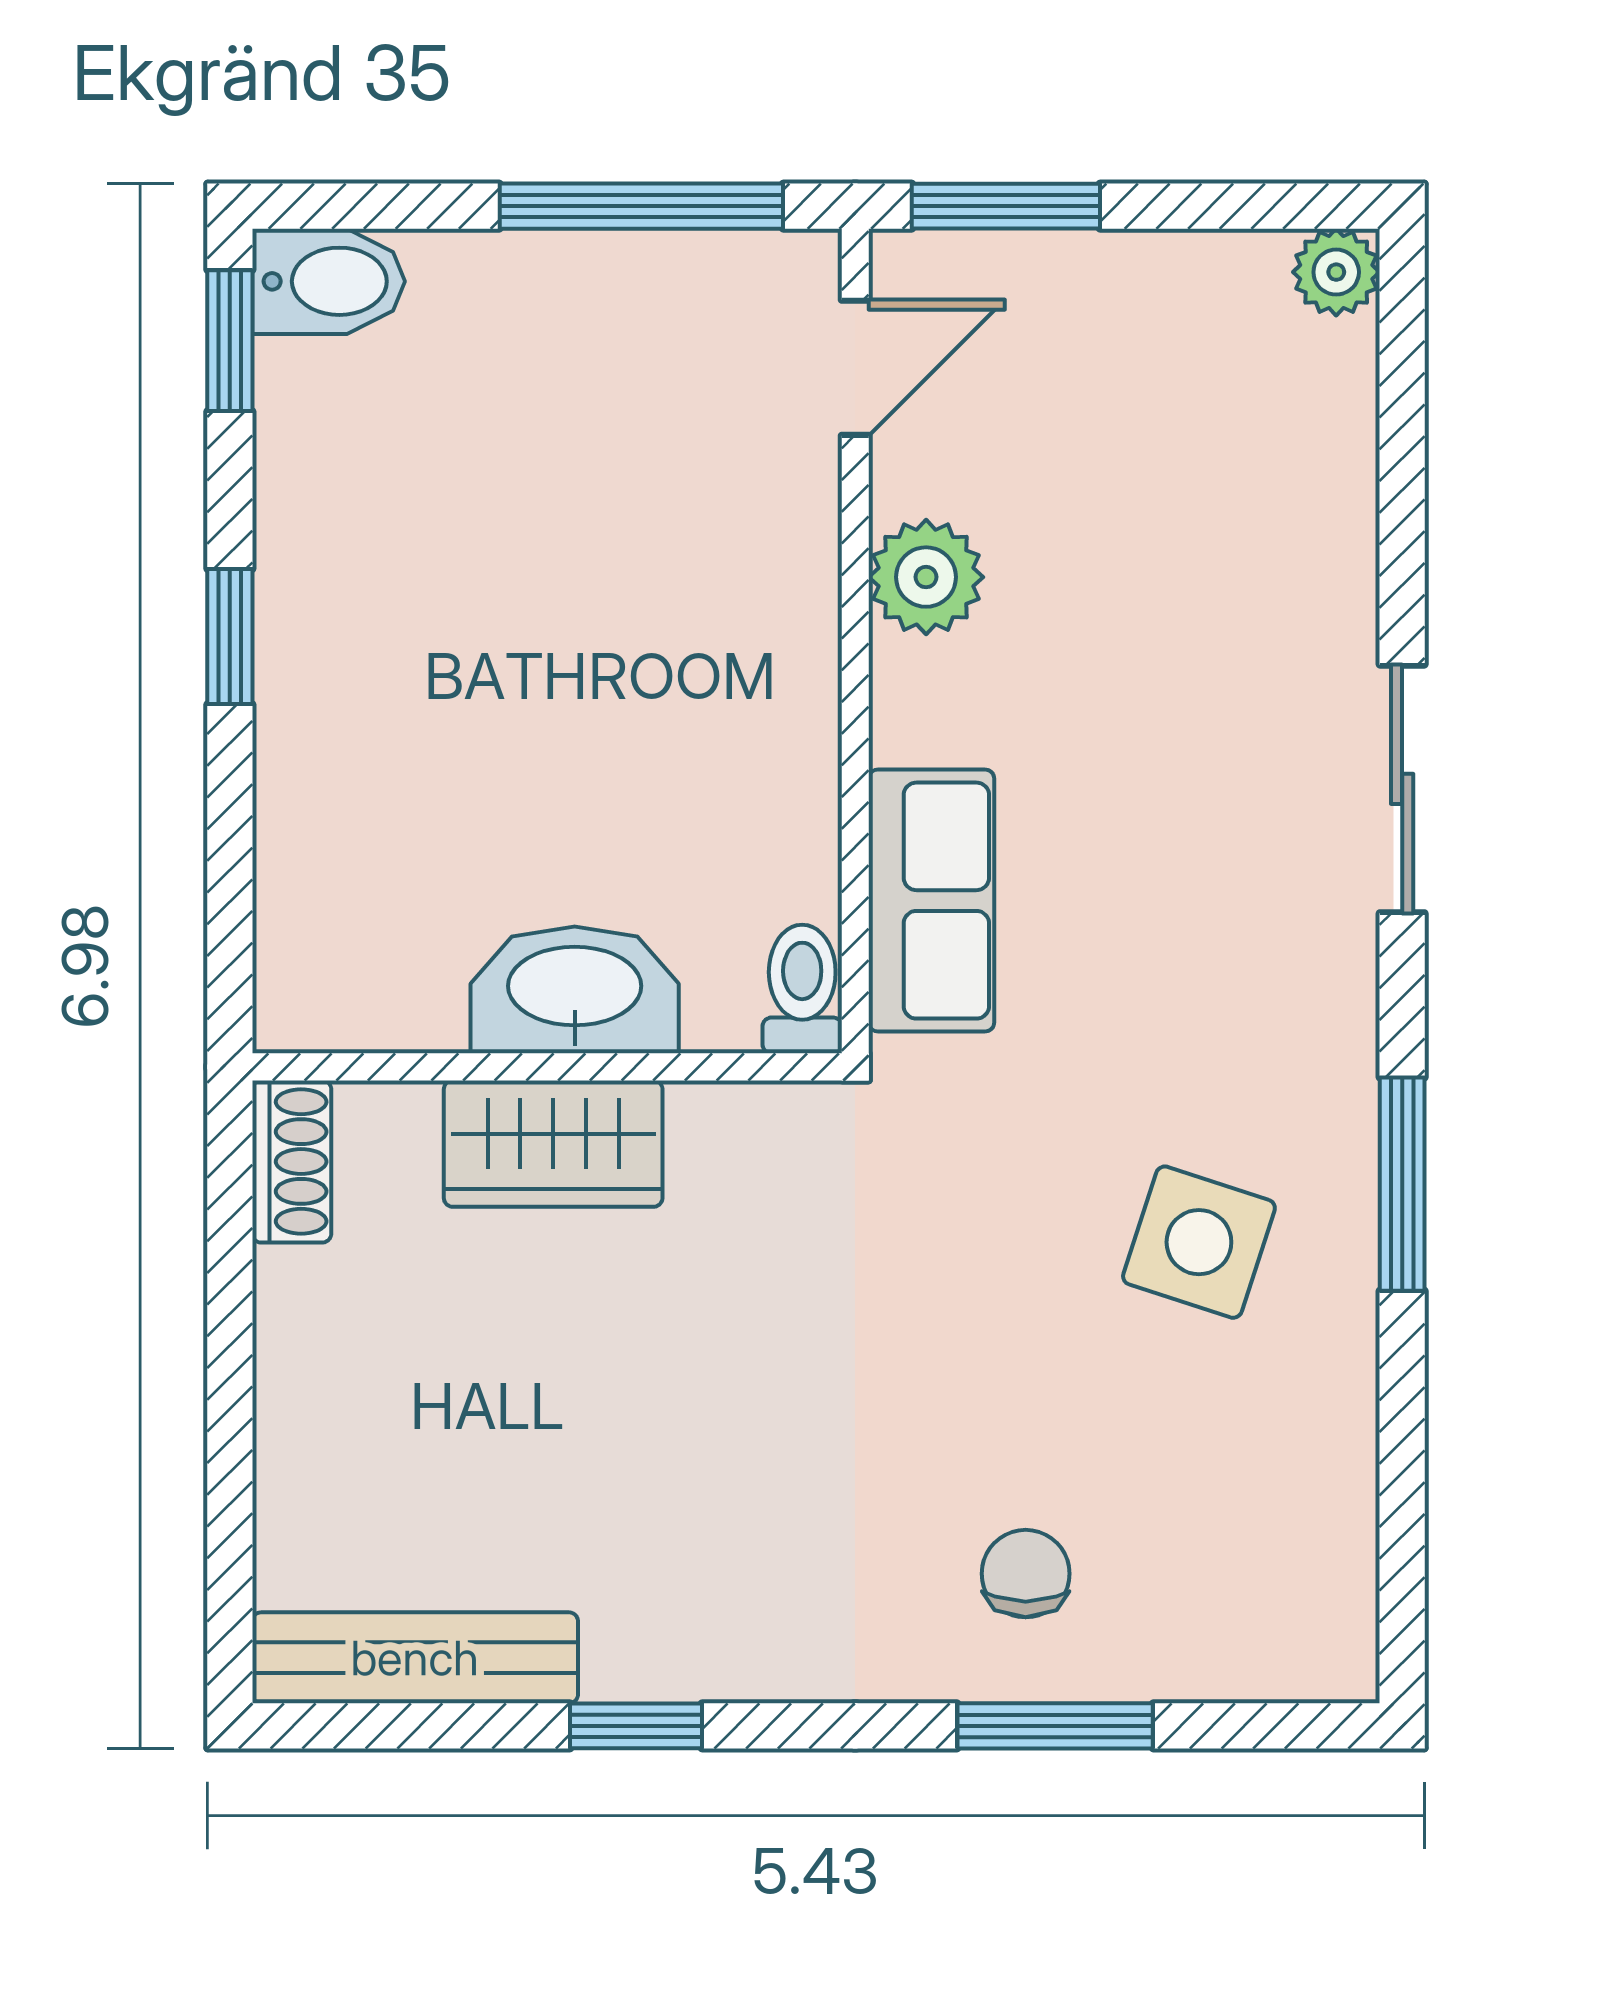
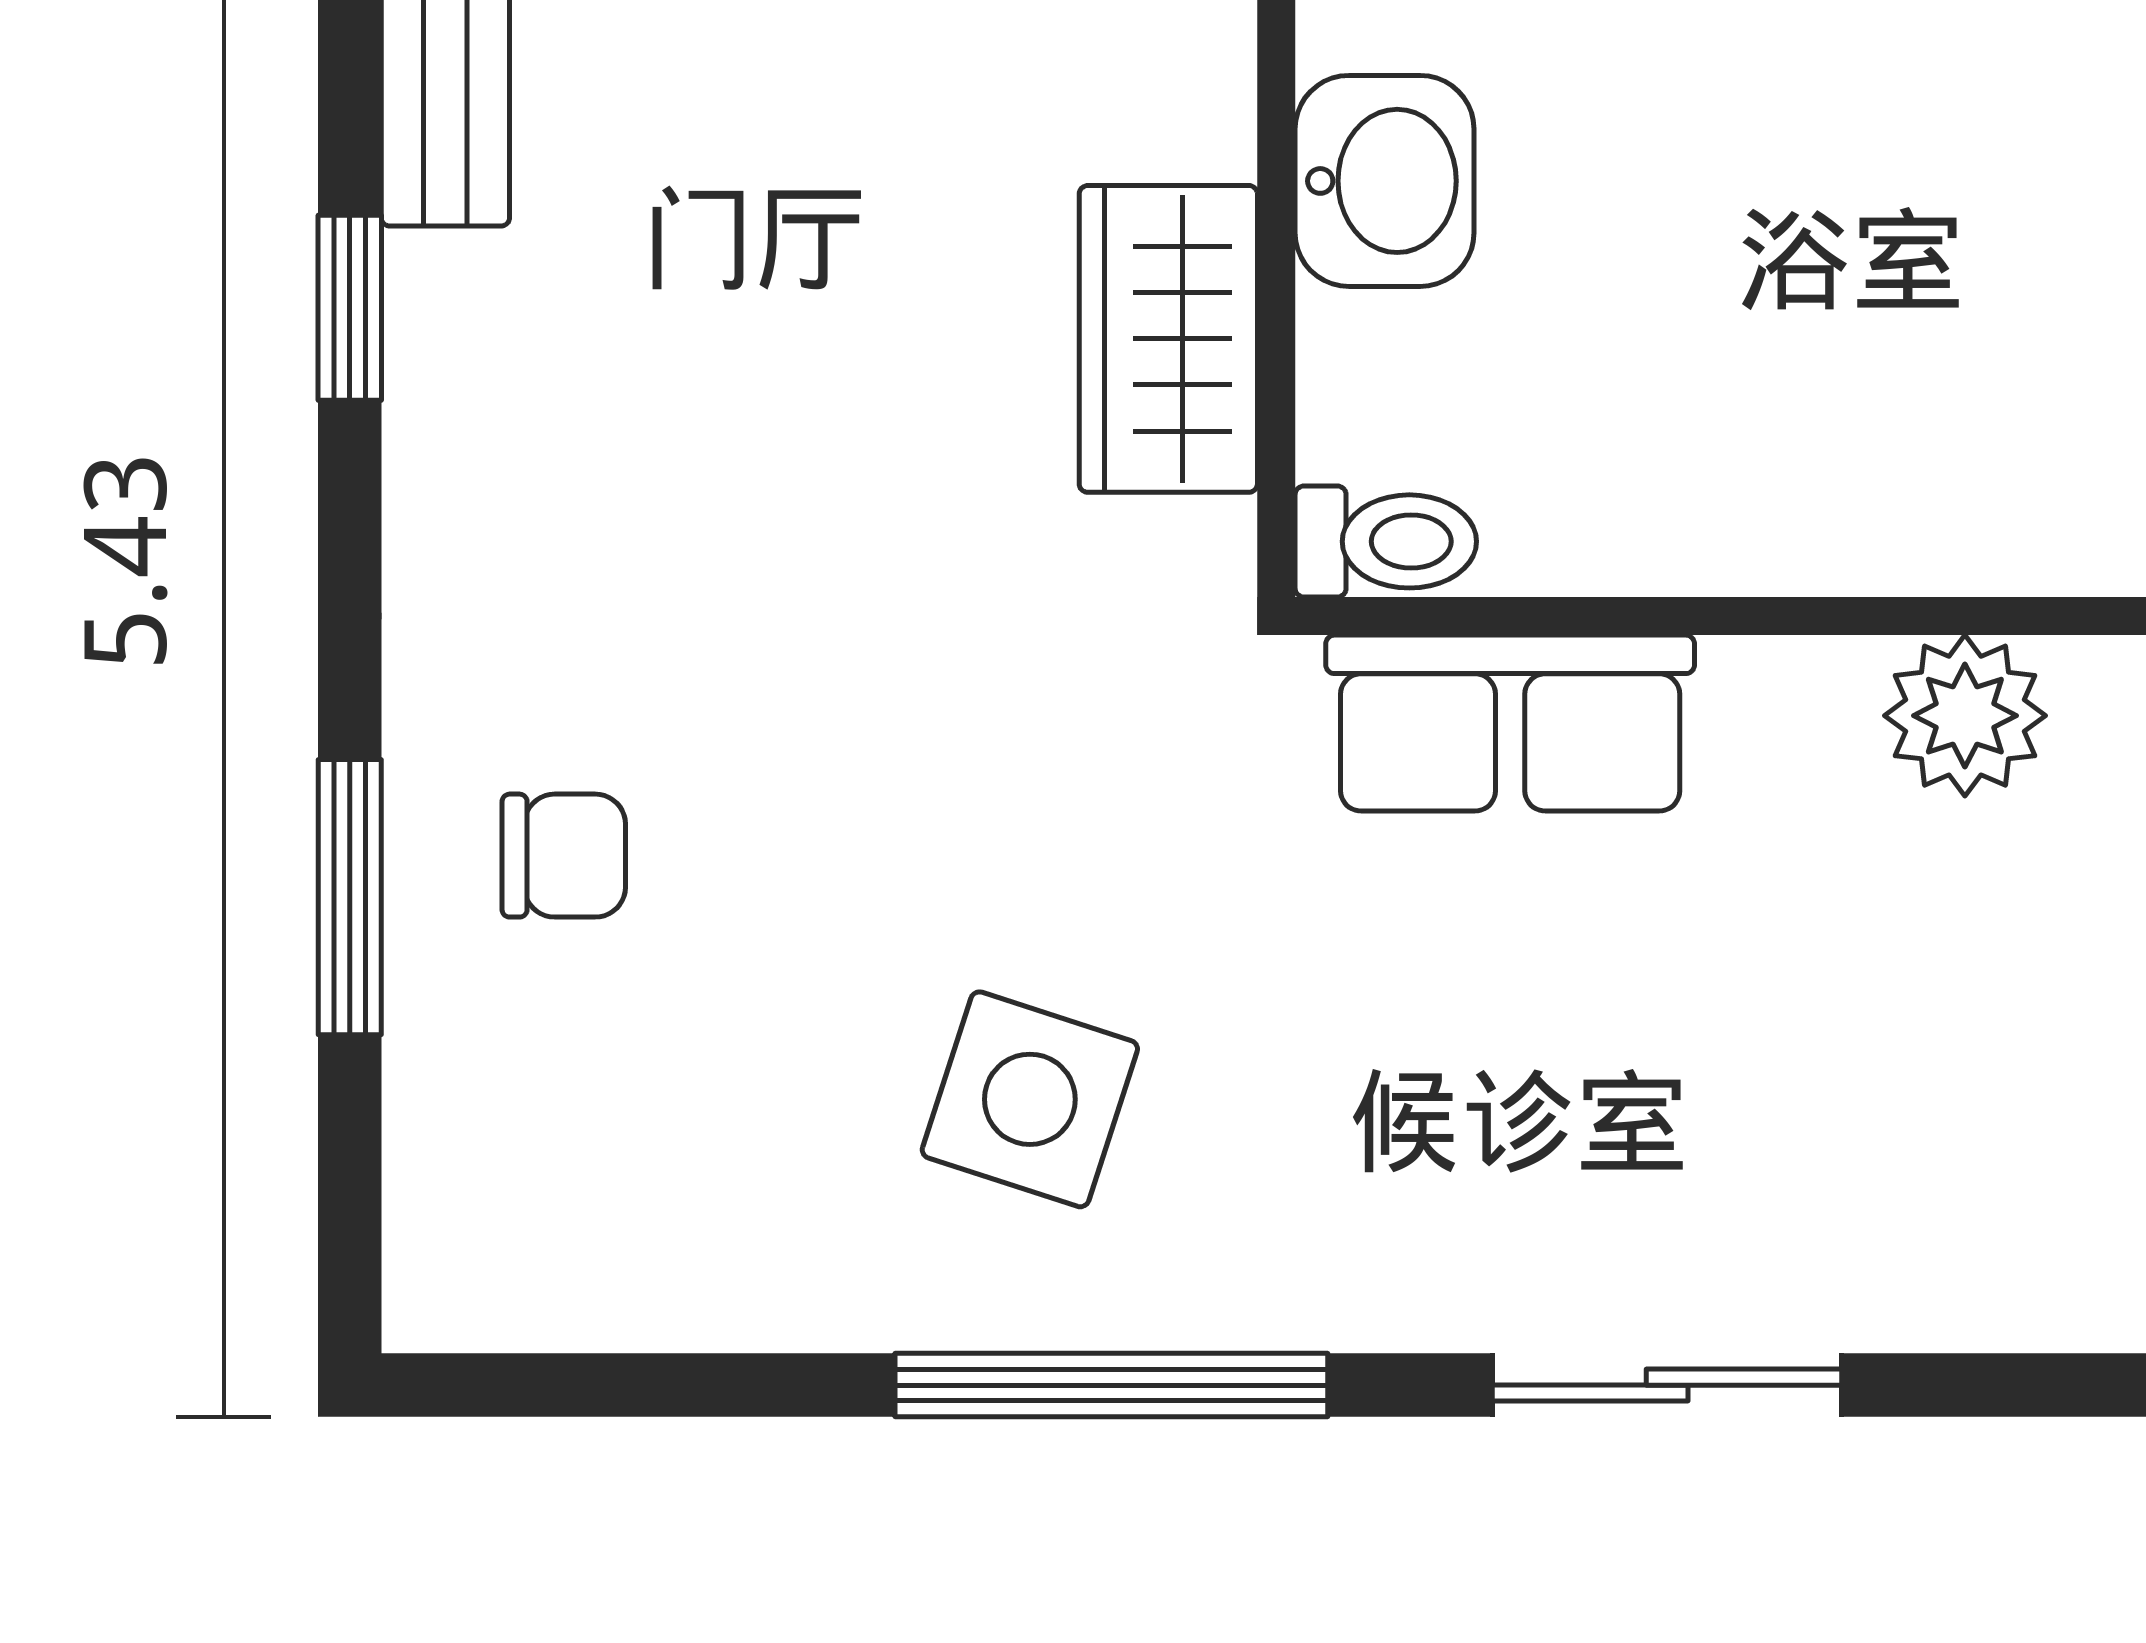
washbasin: (575, 990) -> (1385, 181), width x0.72
wardrobe: (553, 1144) -> (1168, 339), moved
window: (1402, 1184) -> (1111, 1385), width x1.44

